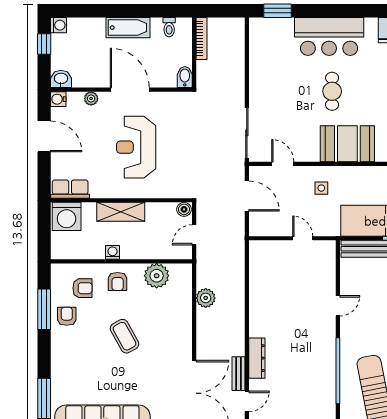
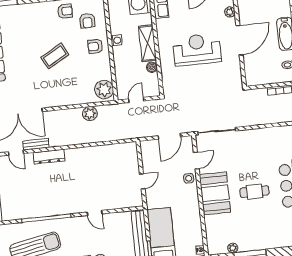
bidet: (185, 77) -> (253, 80), removed
booth: (347, 144) -> (215, 193), moved
side table: (321, 188) -> (189, 178), moved
boiler: (184, 209) -> (152, 67), moved
door: (194, 235) -> (136, 100), hinge flipped
plant: (157, 276) -> (104, 90), moved

